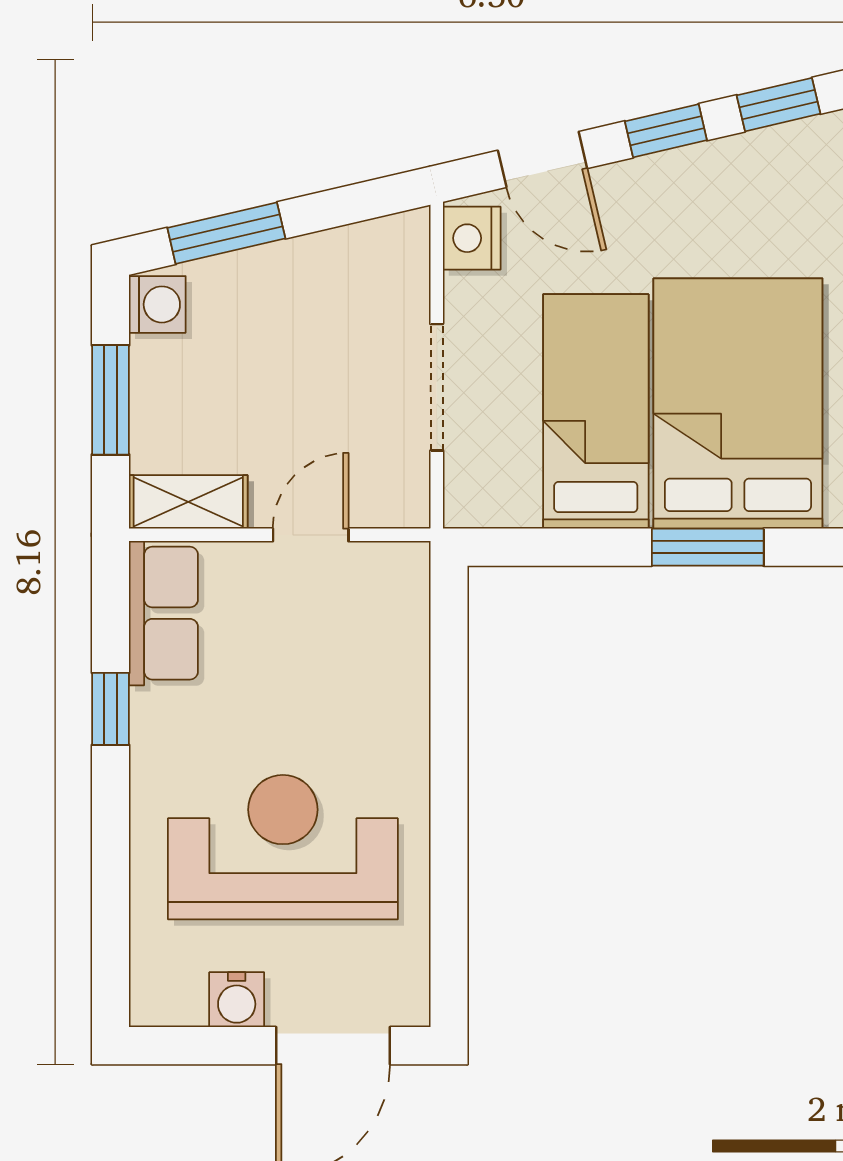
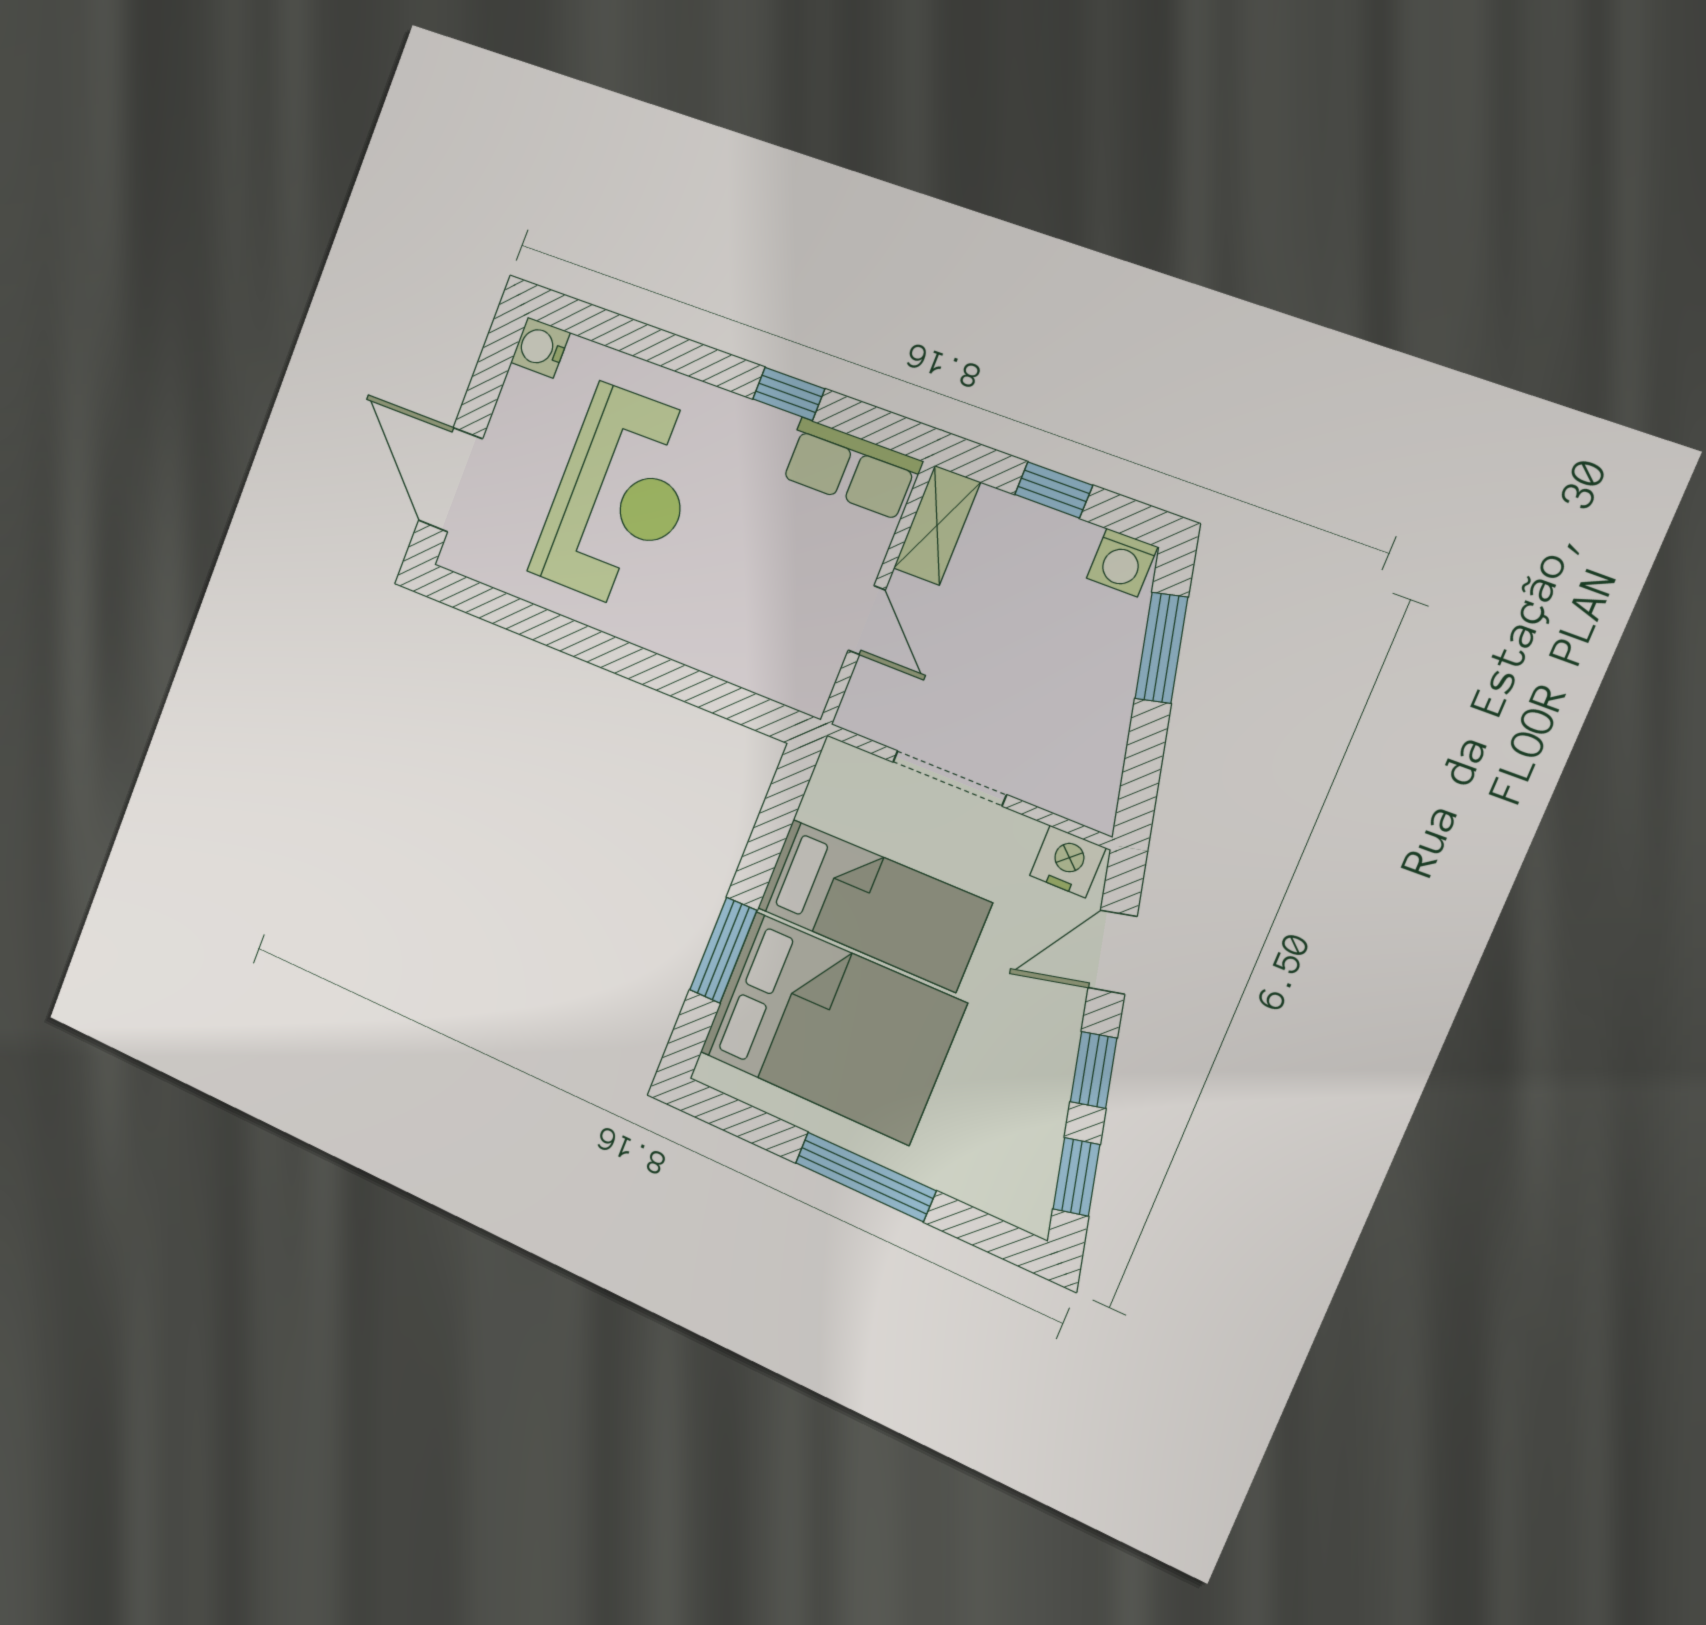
window: (111, 400) -> (1054, 490), width x0.67
water cooler: (237, 1000) -> (540, 348), moved

